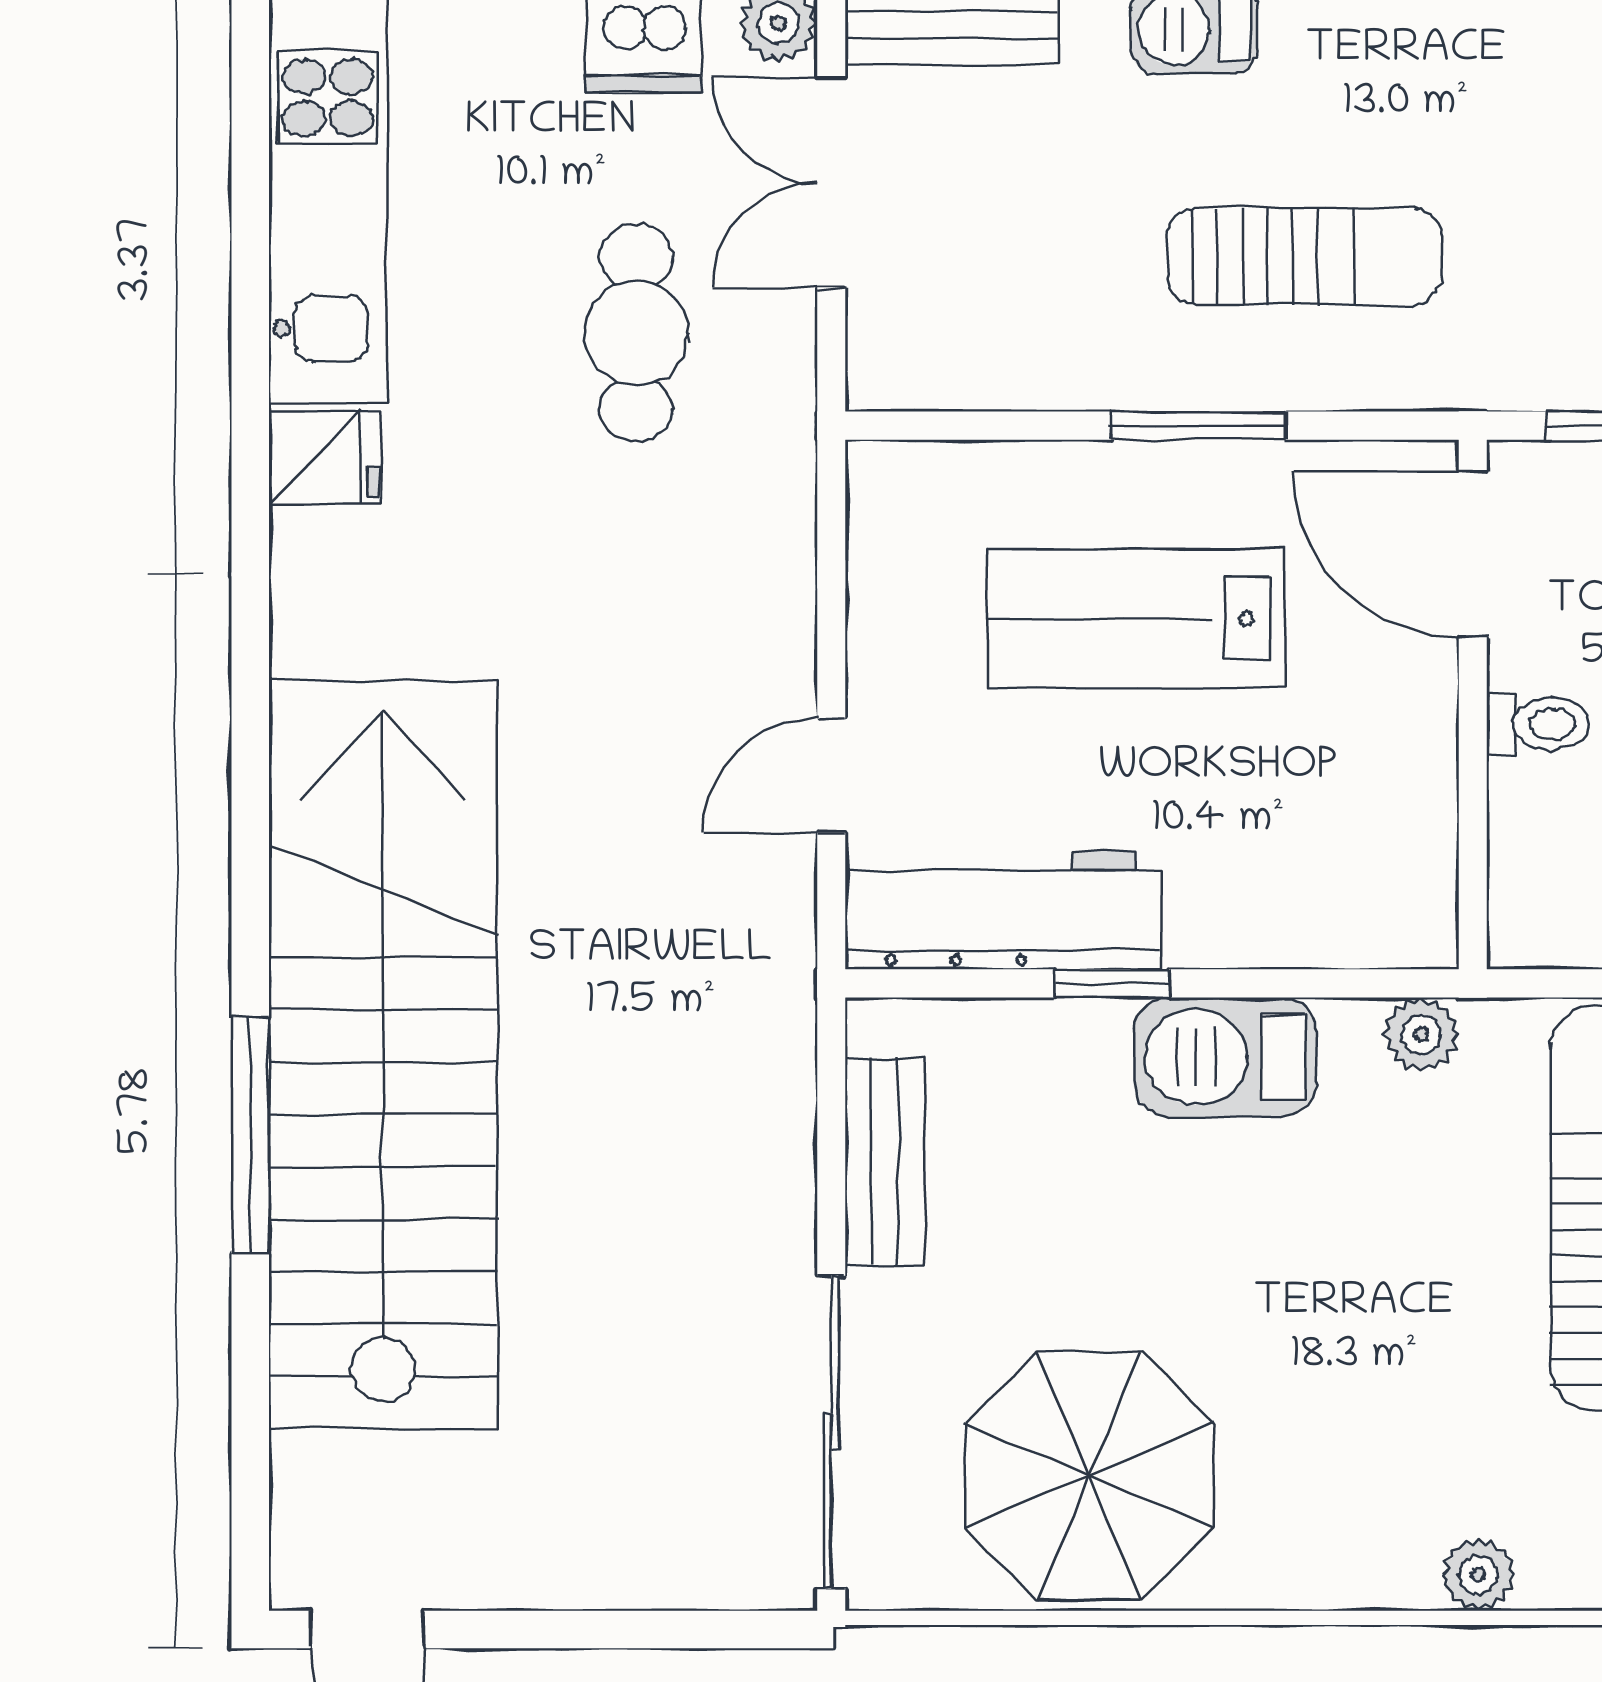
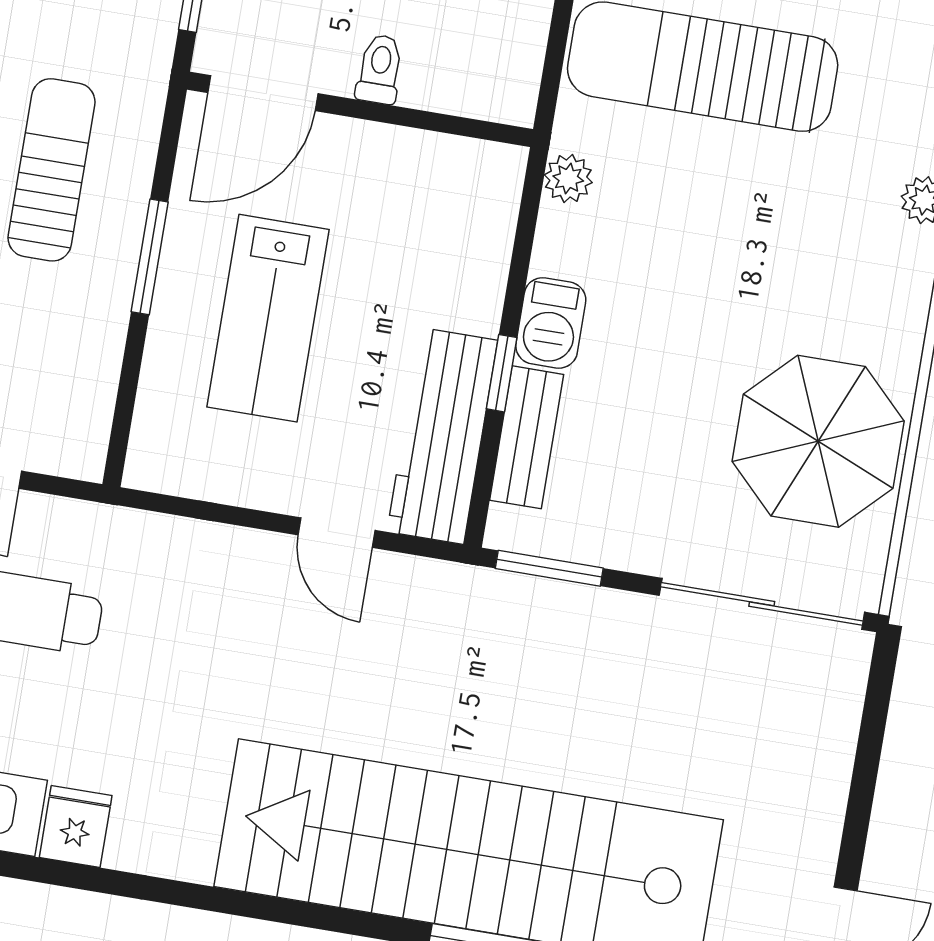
barbecue: (1225, 1057) -> (551, 323), width x0.73, depth x0.79
window: (831, 1104) -> (549, 568), added
bench: (885, 1162) -> (527, 437), moved, turned 90

